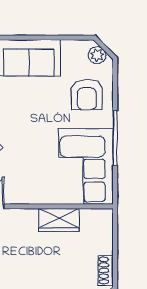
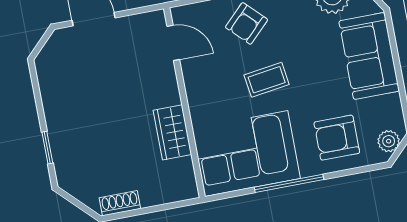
coffee table: (32, 140) -> (267, 80), added

